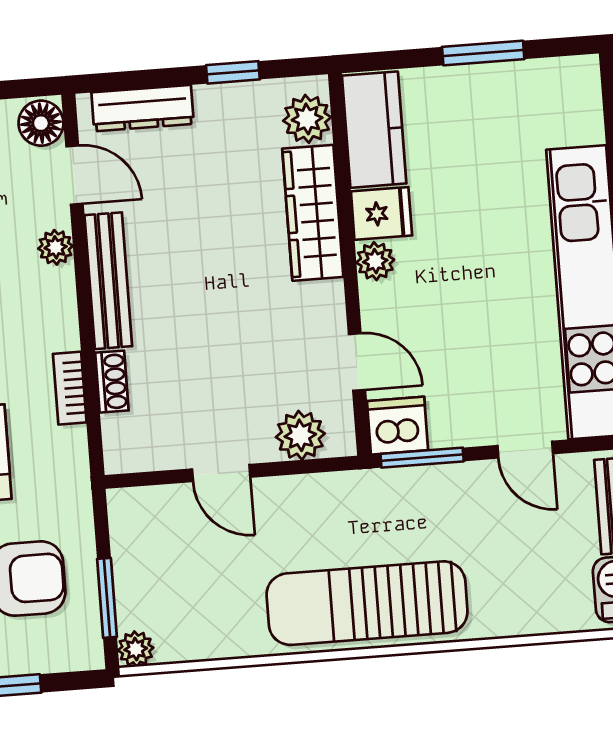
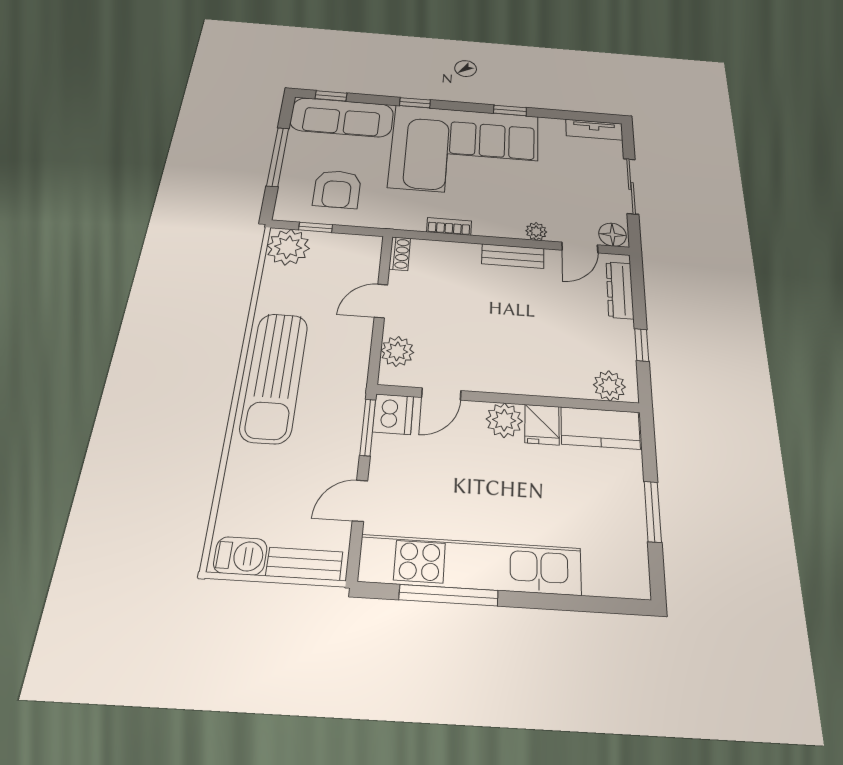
wardrobe: (313, 213) -> (546, 380), removed
plant: (375, 261) -> (504, 420), width x1.38, depth x1.38
bench: (108, 281) -> (513, 256), width x0.73
shoe rack: (112, 382) -> (400, 254), moved, turned -90
window: (107, 598) -> (316, 227), width x0.67
sun lounger: (367, 603) -> (274, 377), turned 180
plant: (136, 649) -> (288, 247), width x1.88, depth x1.88

